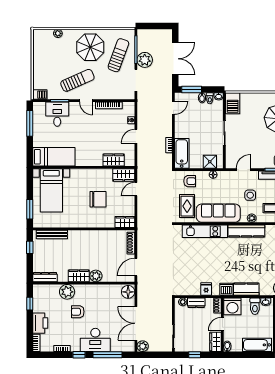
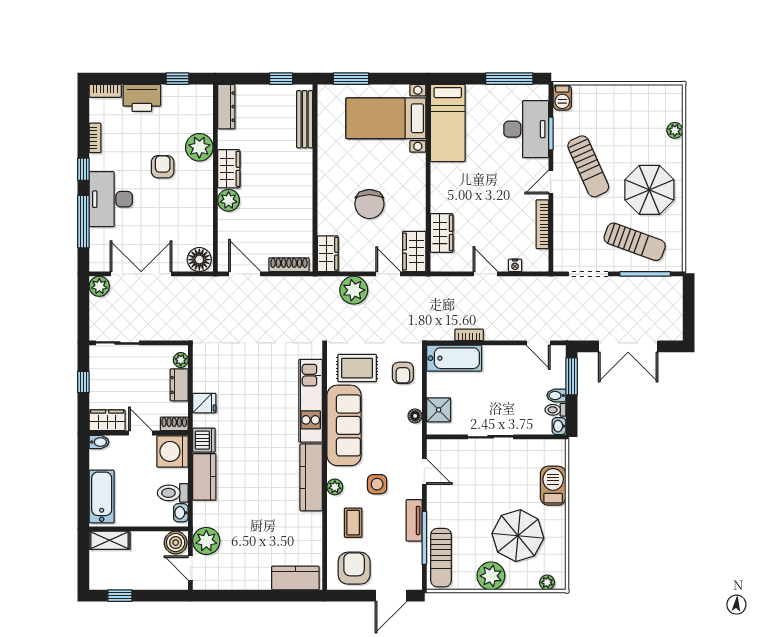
plant: (145, 60) -> (354, 290), moved
barbecue: (233, 103) -> (553, 486), moved, turned 90
desk: (57, 114) -> (526, 129), width x1.37

